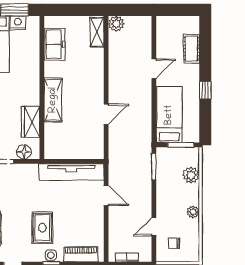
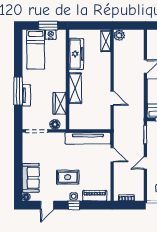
freezer: (55, 44) -> (76, 54), width x1.40
door: (106, 114) -> (112, 98), hinge flipped
door: (154, 227) -> (145, 163), moved
rug: (42, 228) -> (68, 177), turned 90

